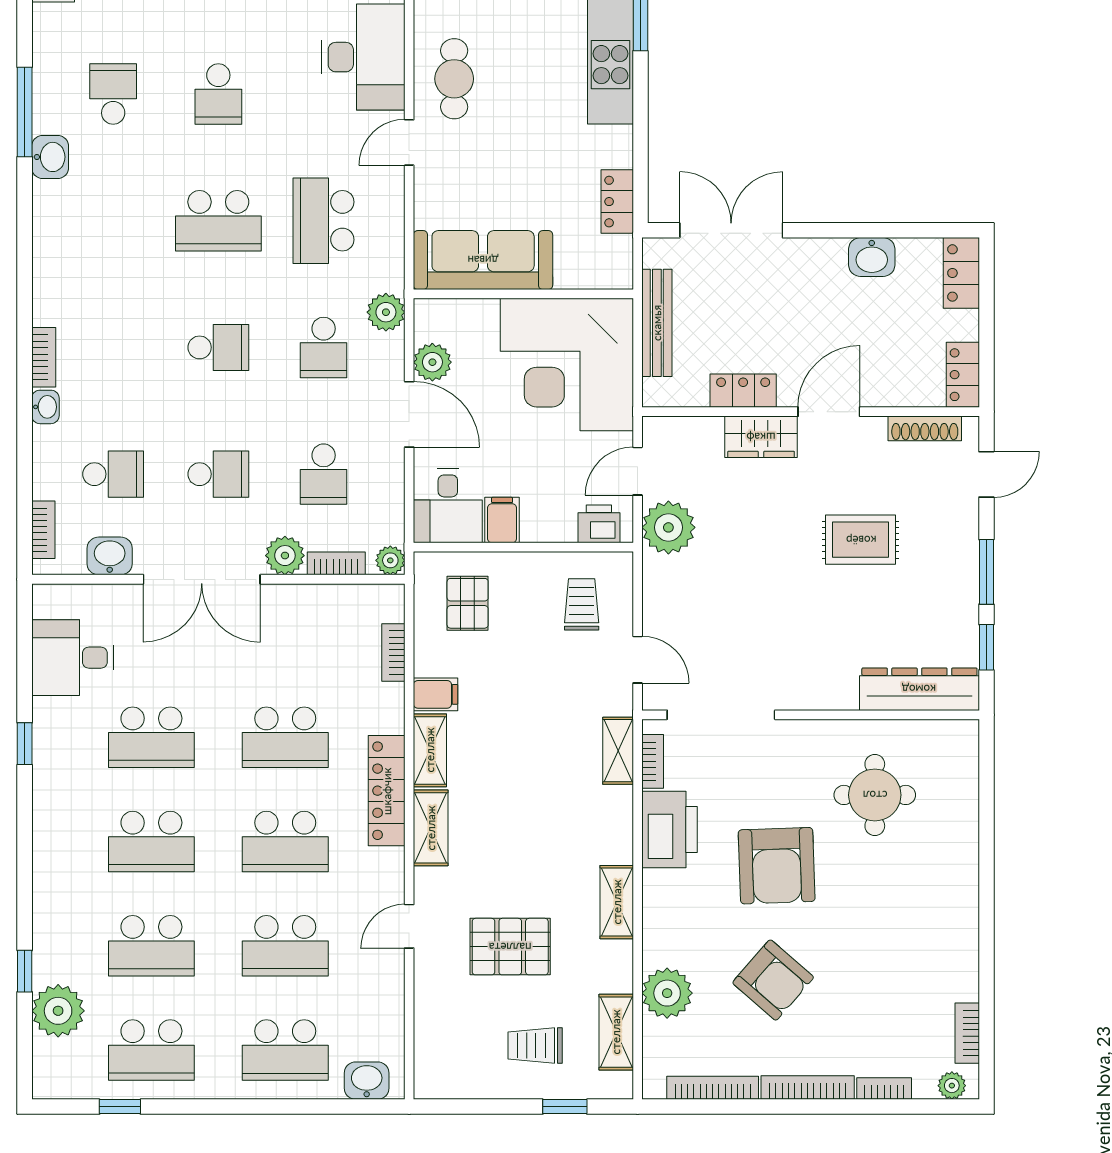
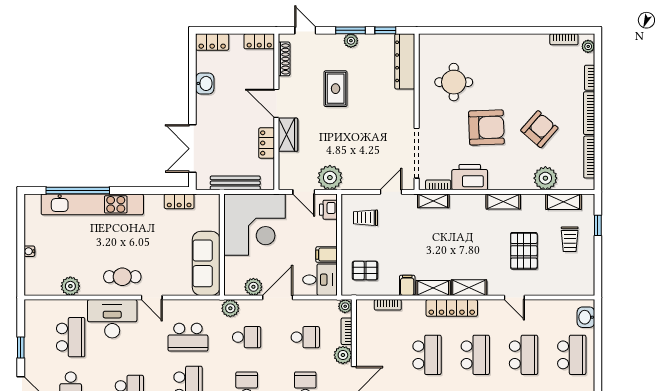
plant: (964, 573) -> (351, 41), added

